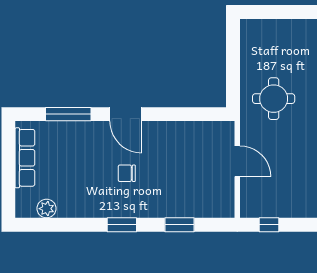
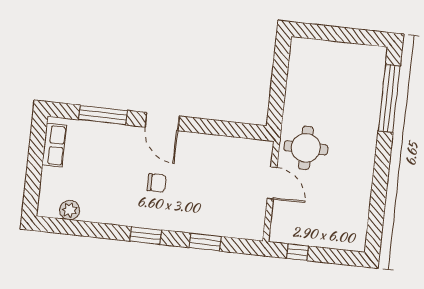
round table: (274, 99) -> (306, 148), moved
row of seats: (25, 158) -> (54, 145), width x0.68
chair: (127, 173) -> (157, 183), turned 180

